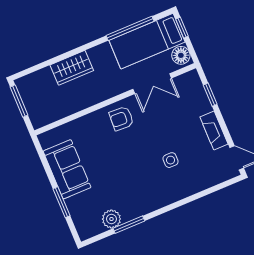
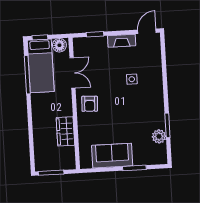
wardrobe: (72, 68) -> (65, 131), moved, turned 180

